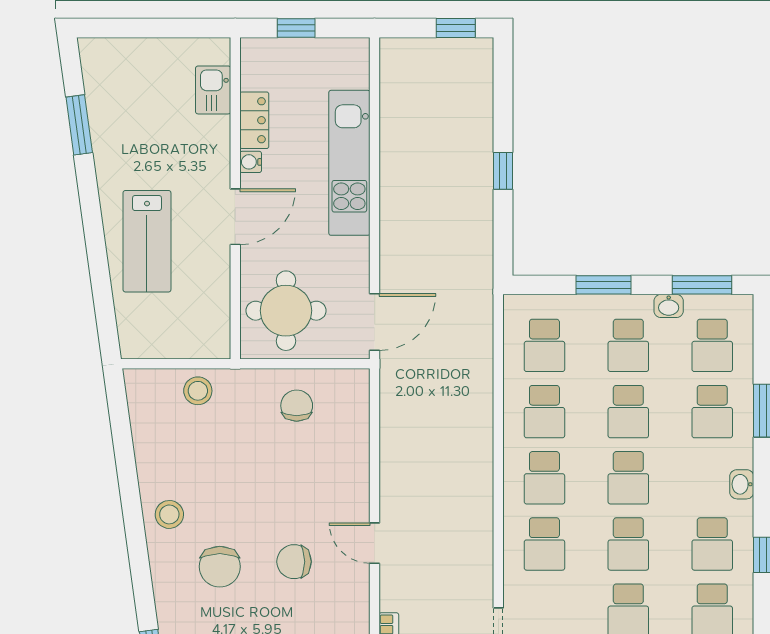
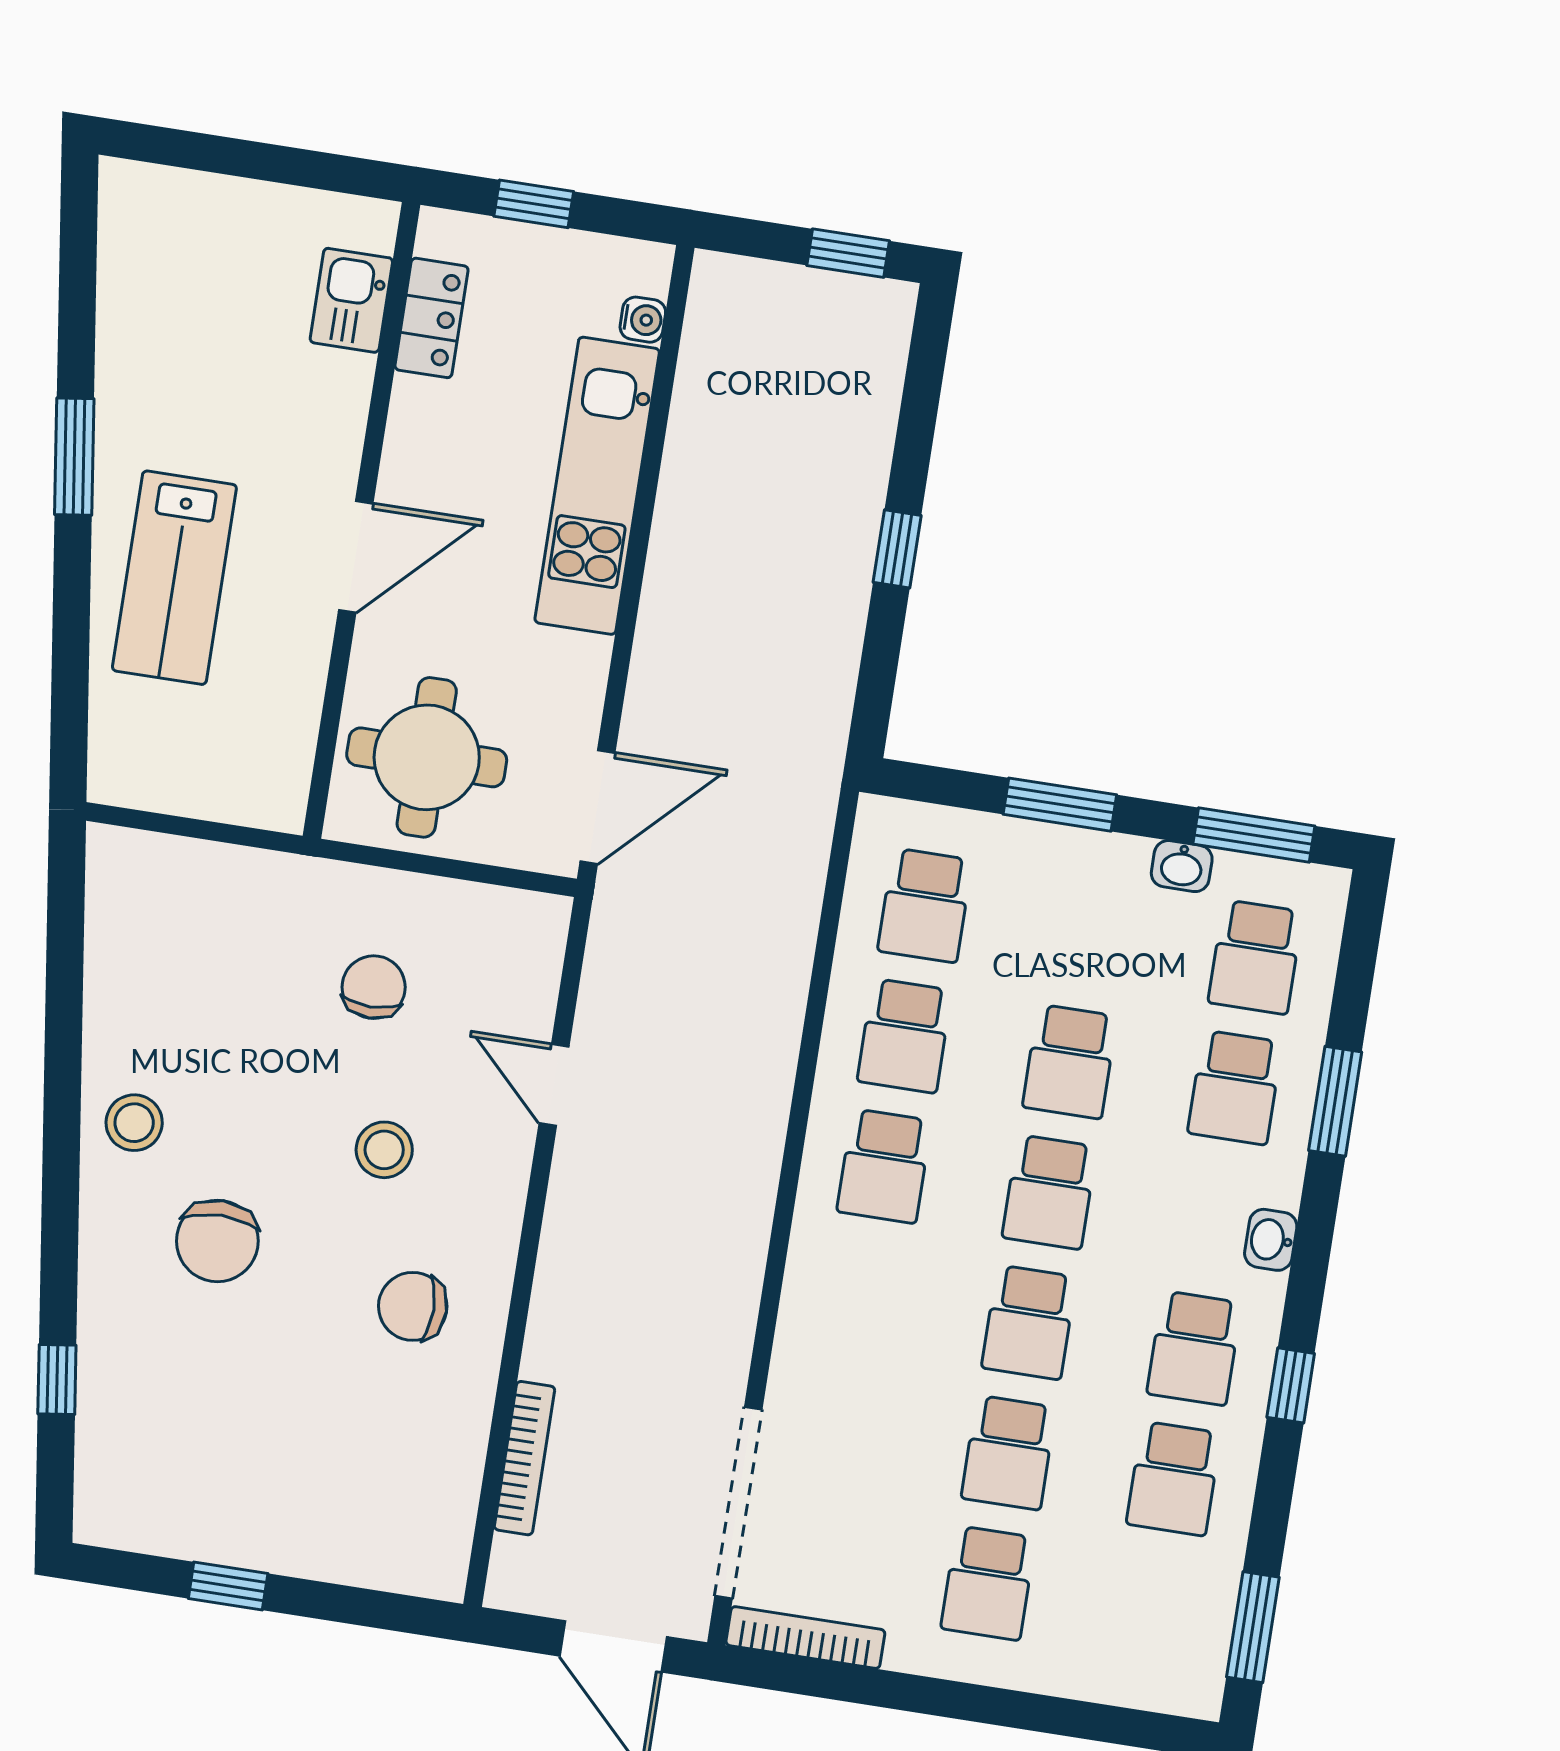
locker: (254, 120) -> (432, 318), moved
window: (79, 125) -> (74, 457), moved
water cooler: (251, 162) -> (643, 320), moved, turned 180
school desk: (628, 345) -> (1090, 931), removed
stool: (198, 391) -> (384, 1150), moved
chair: (297, 406) -> (374, 987), moved
door: (375, 543) -> (554, 1085), moved
school desk: (544, 544) -> (864, 1296), removed
chair: (294, 562) -> (413, 1306), moved

